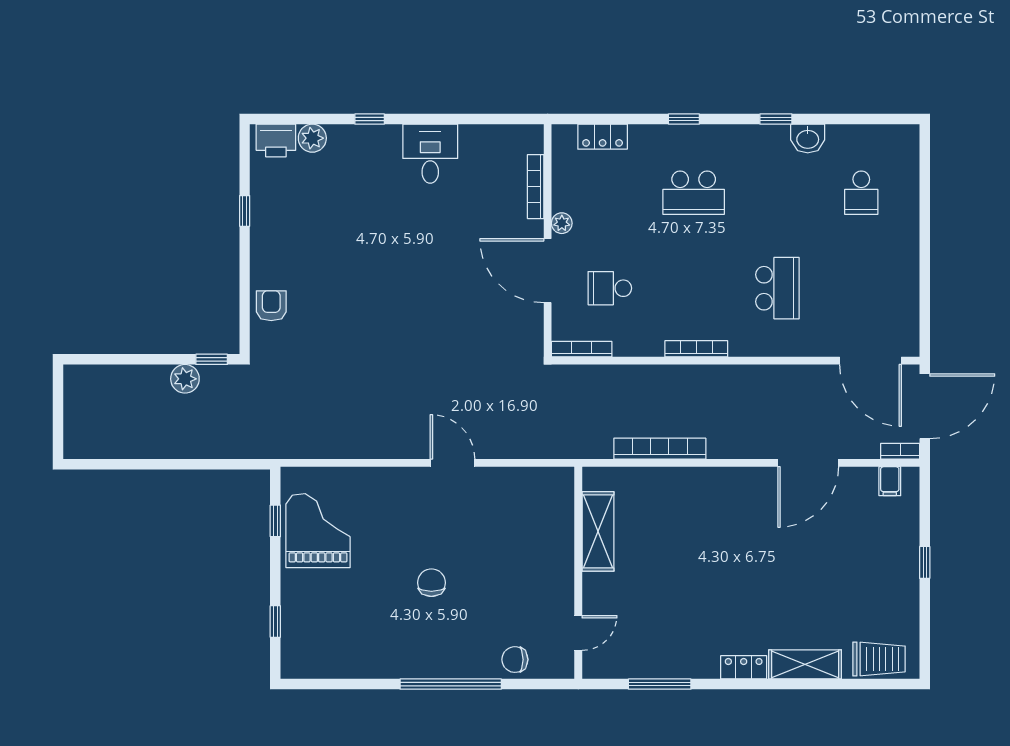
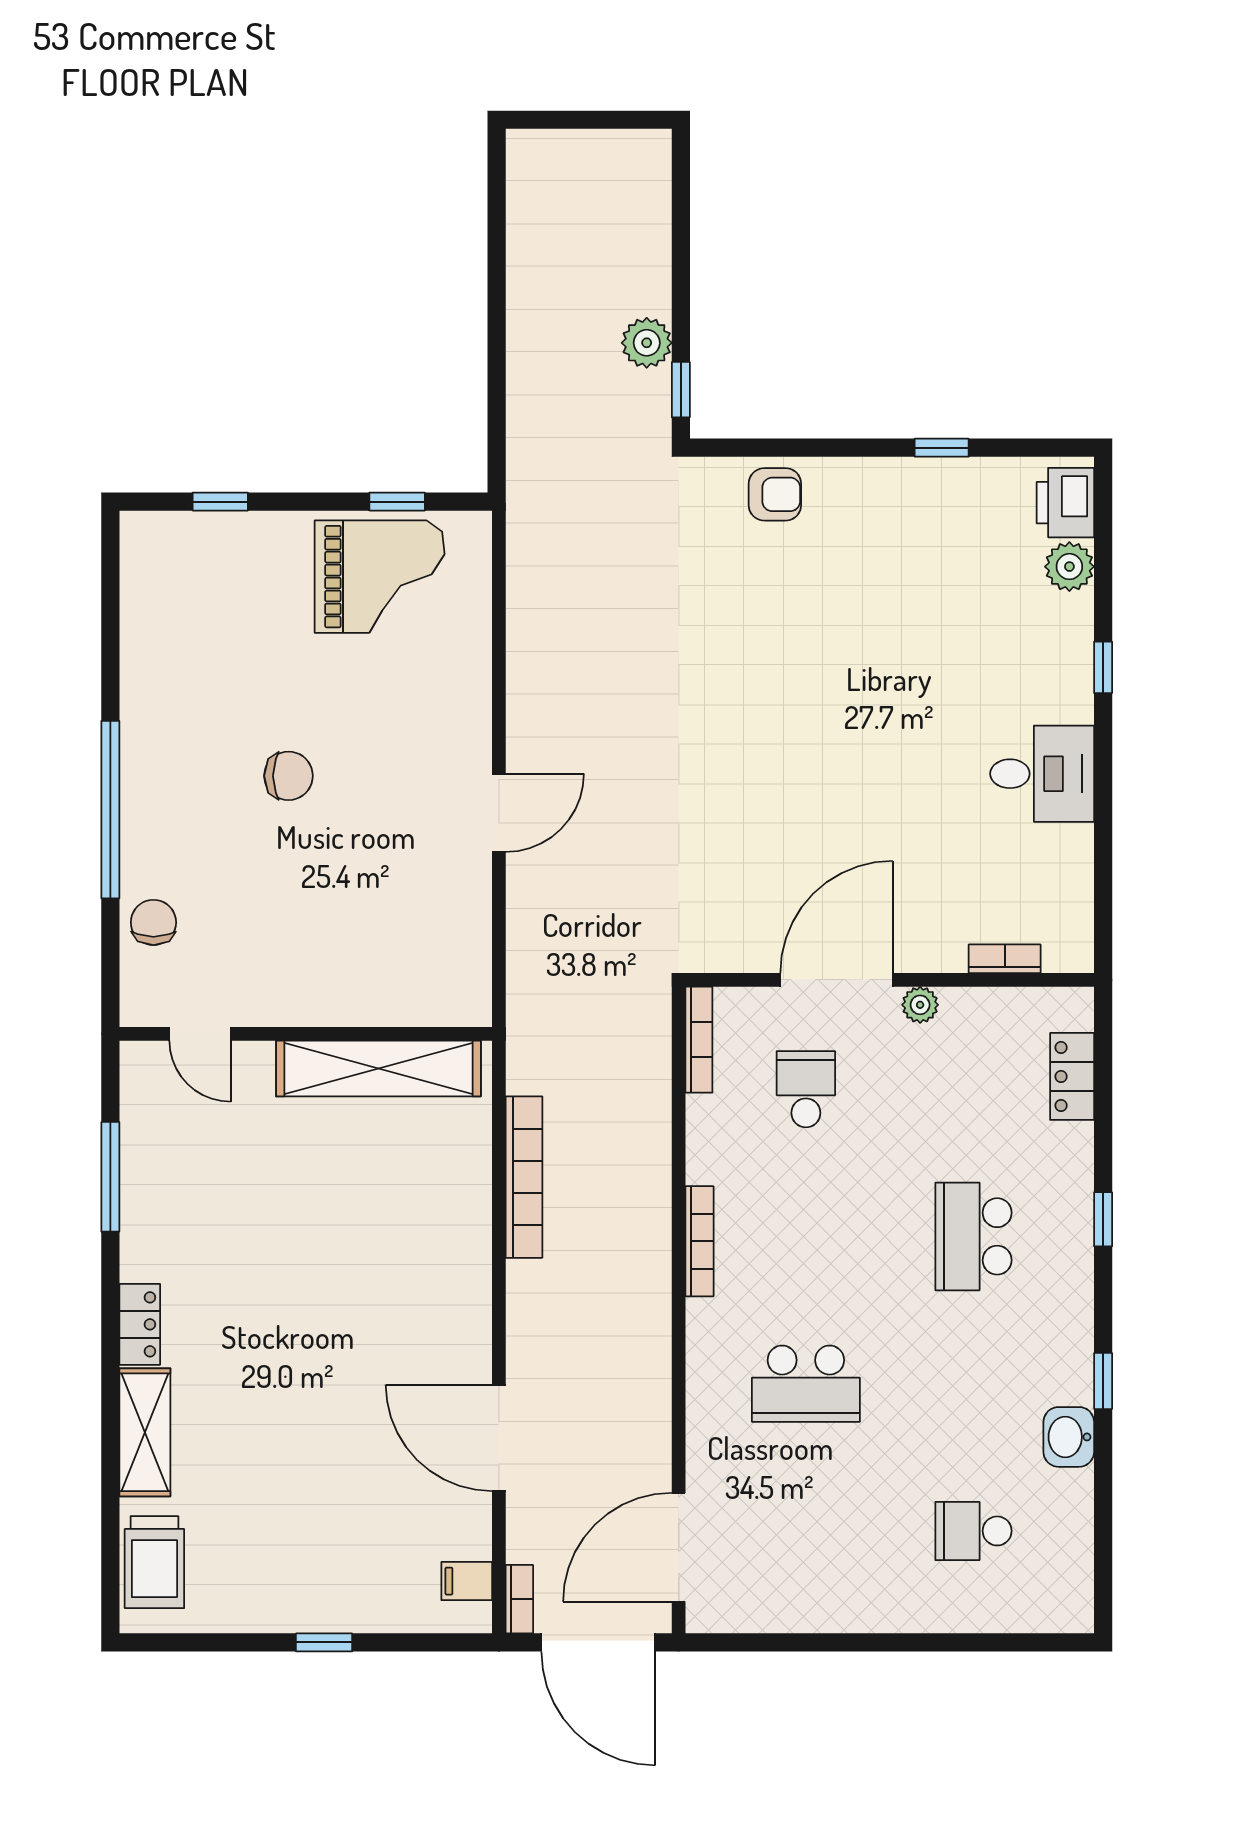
bookcase: (536, 187) -> (1005, 959), width x0.64
shelving: (598, 531) -> (378, 1068), width x1.47

